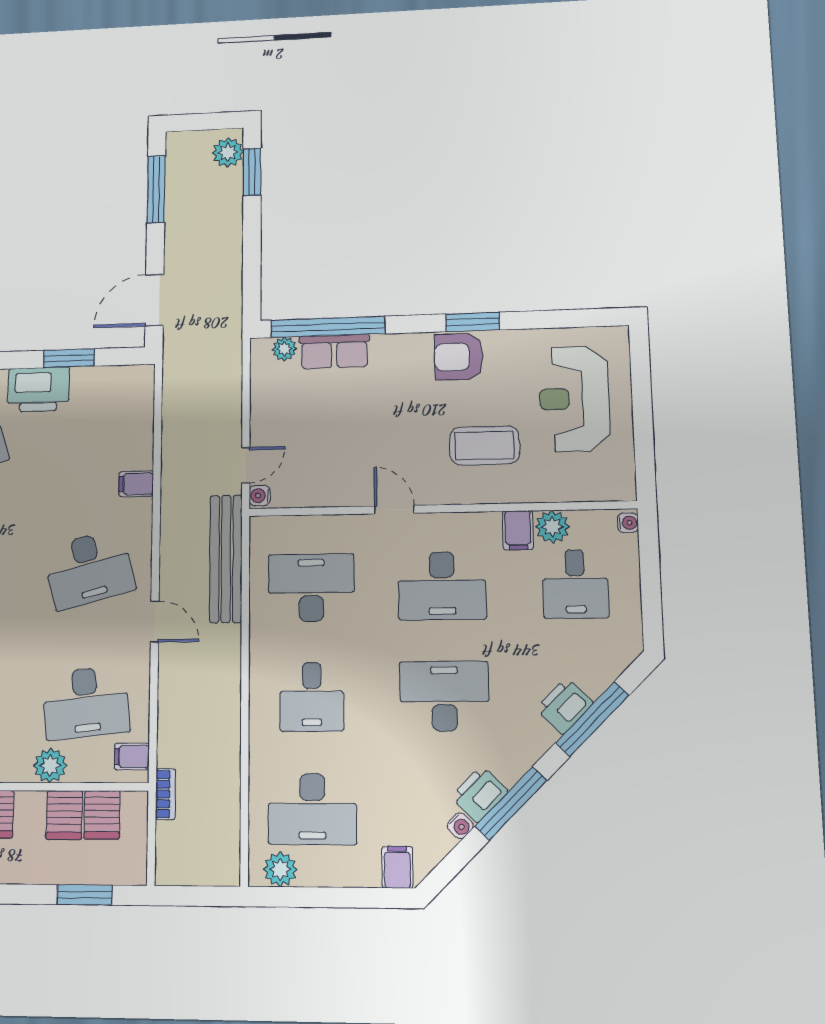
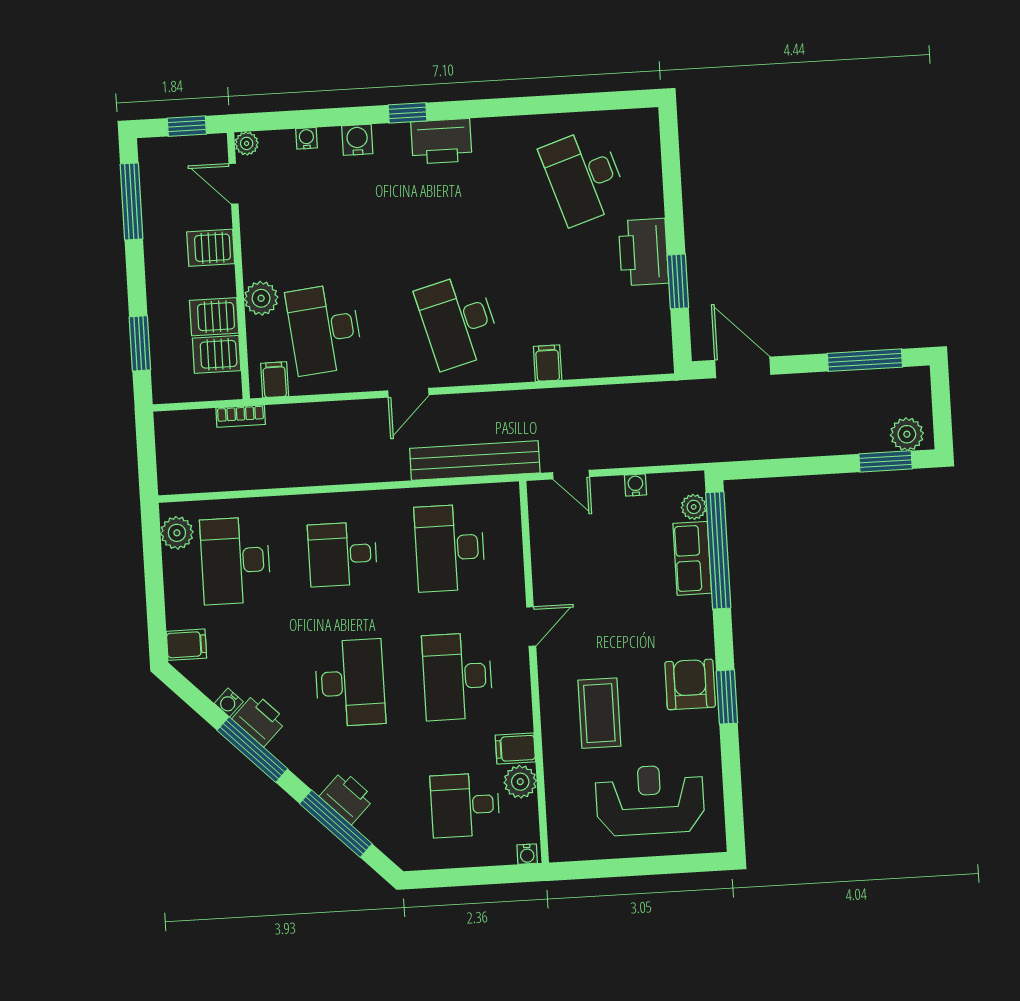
water cooler: (260, 496) -> (635, 485), moved
desk: (311, 588) -> (450, 548), turned 180

